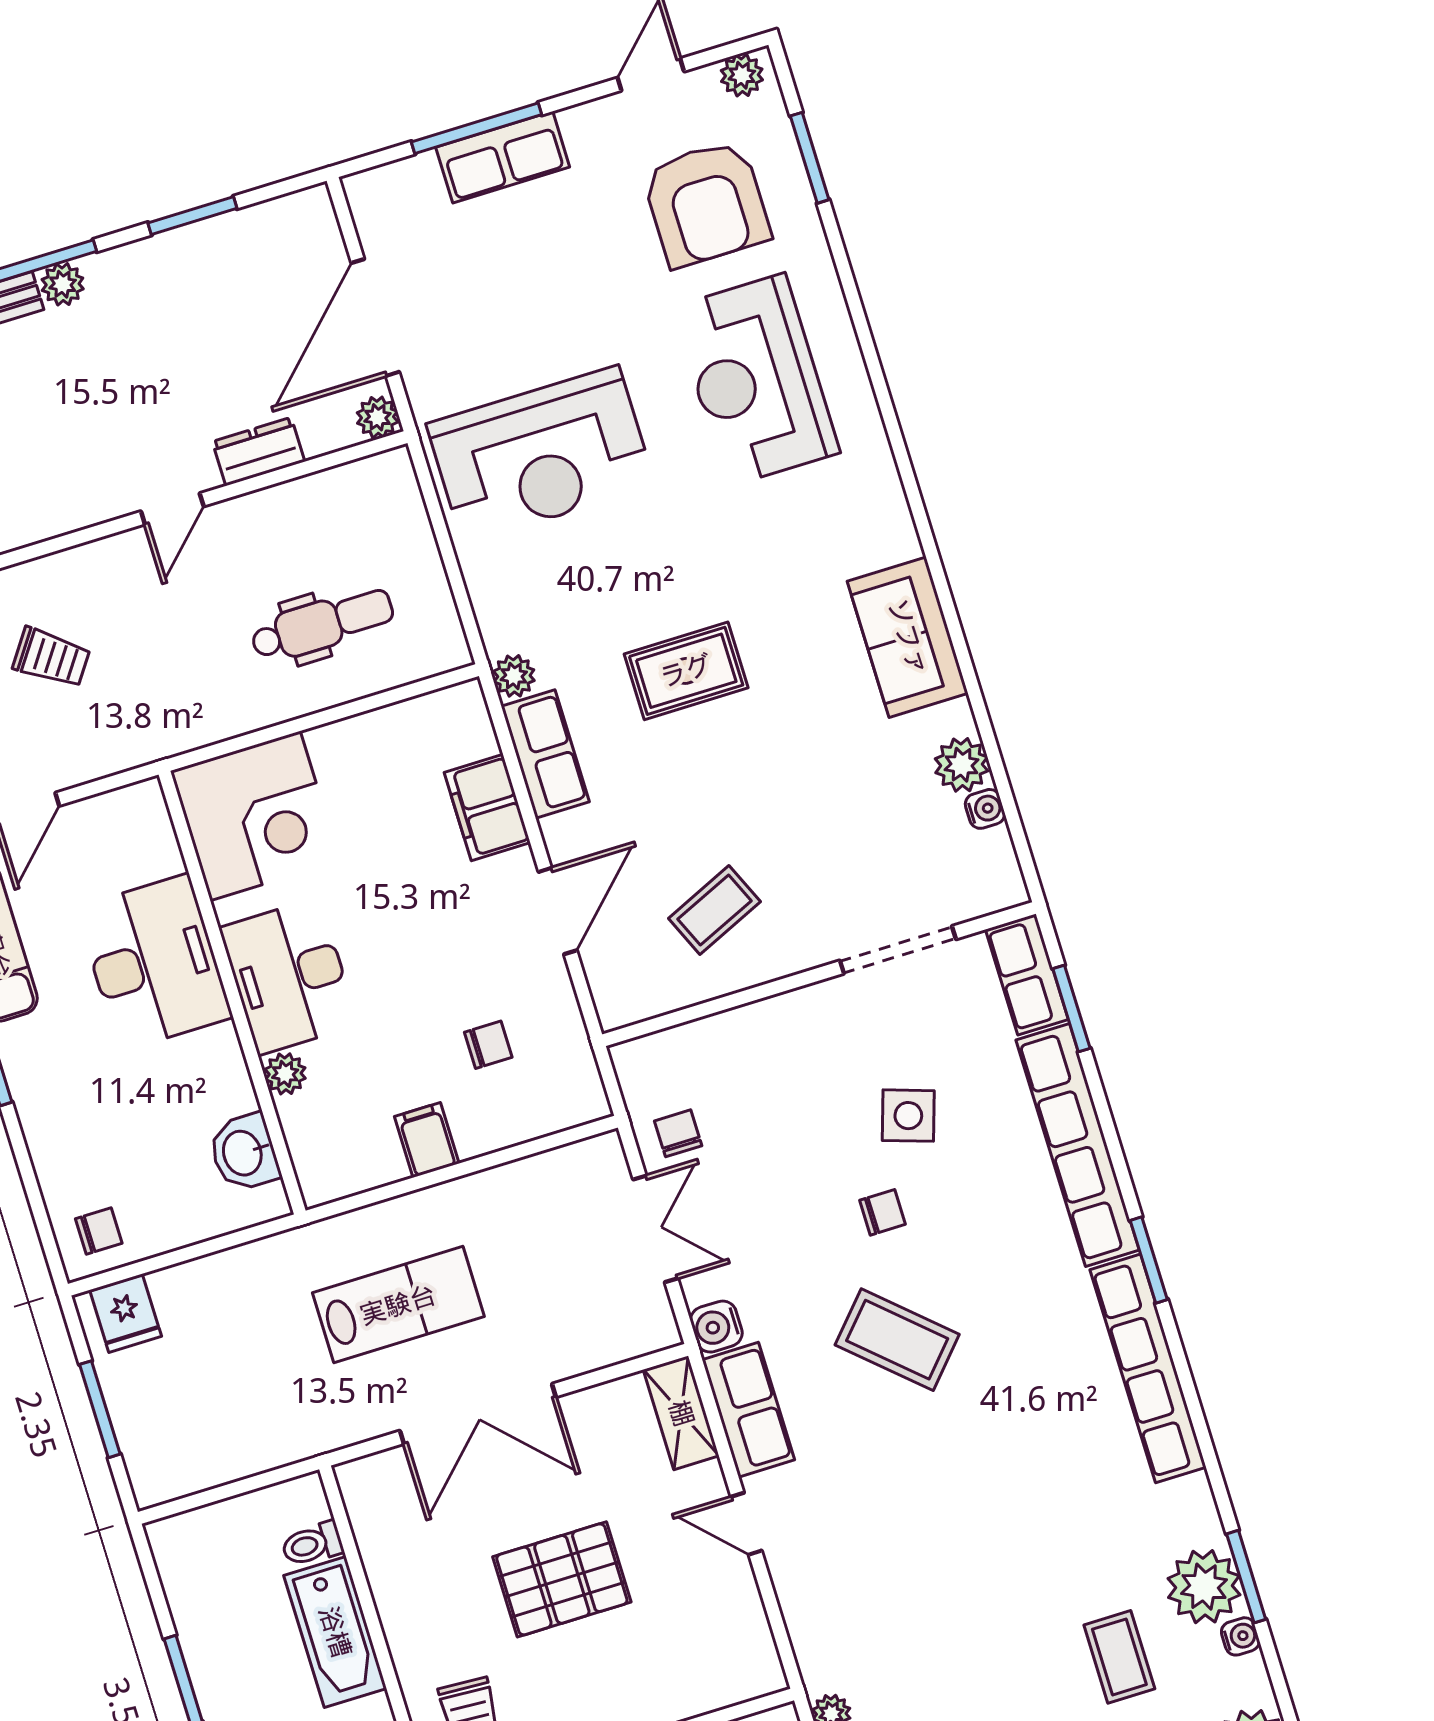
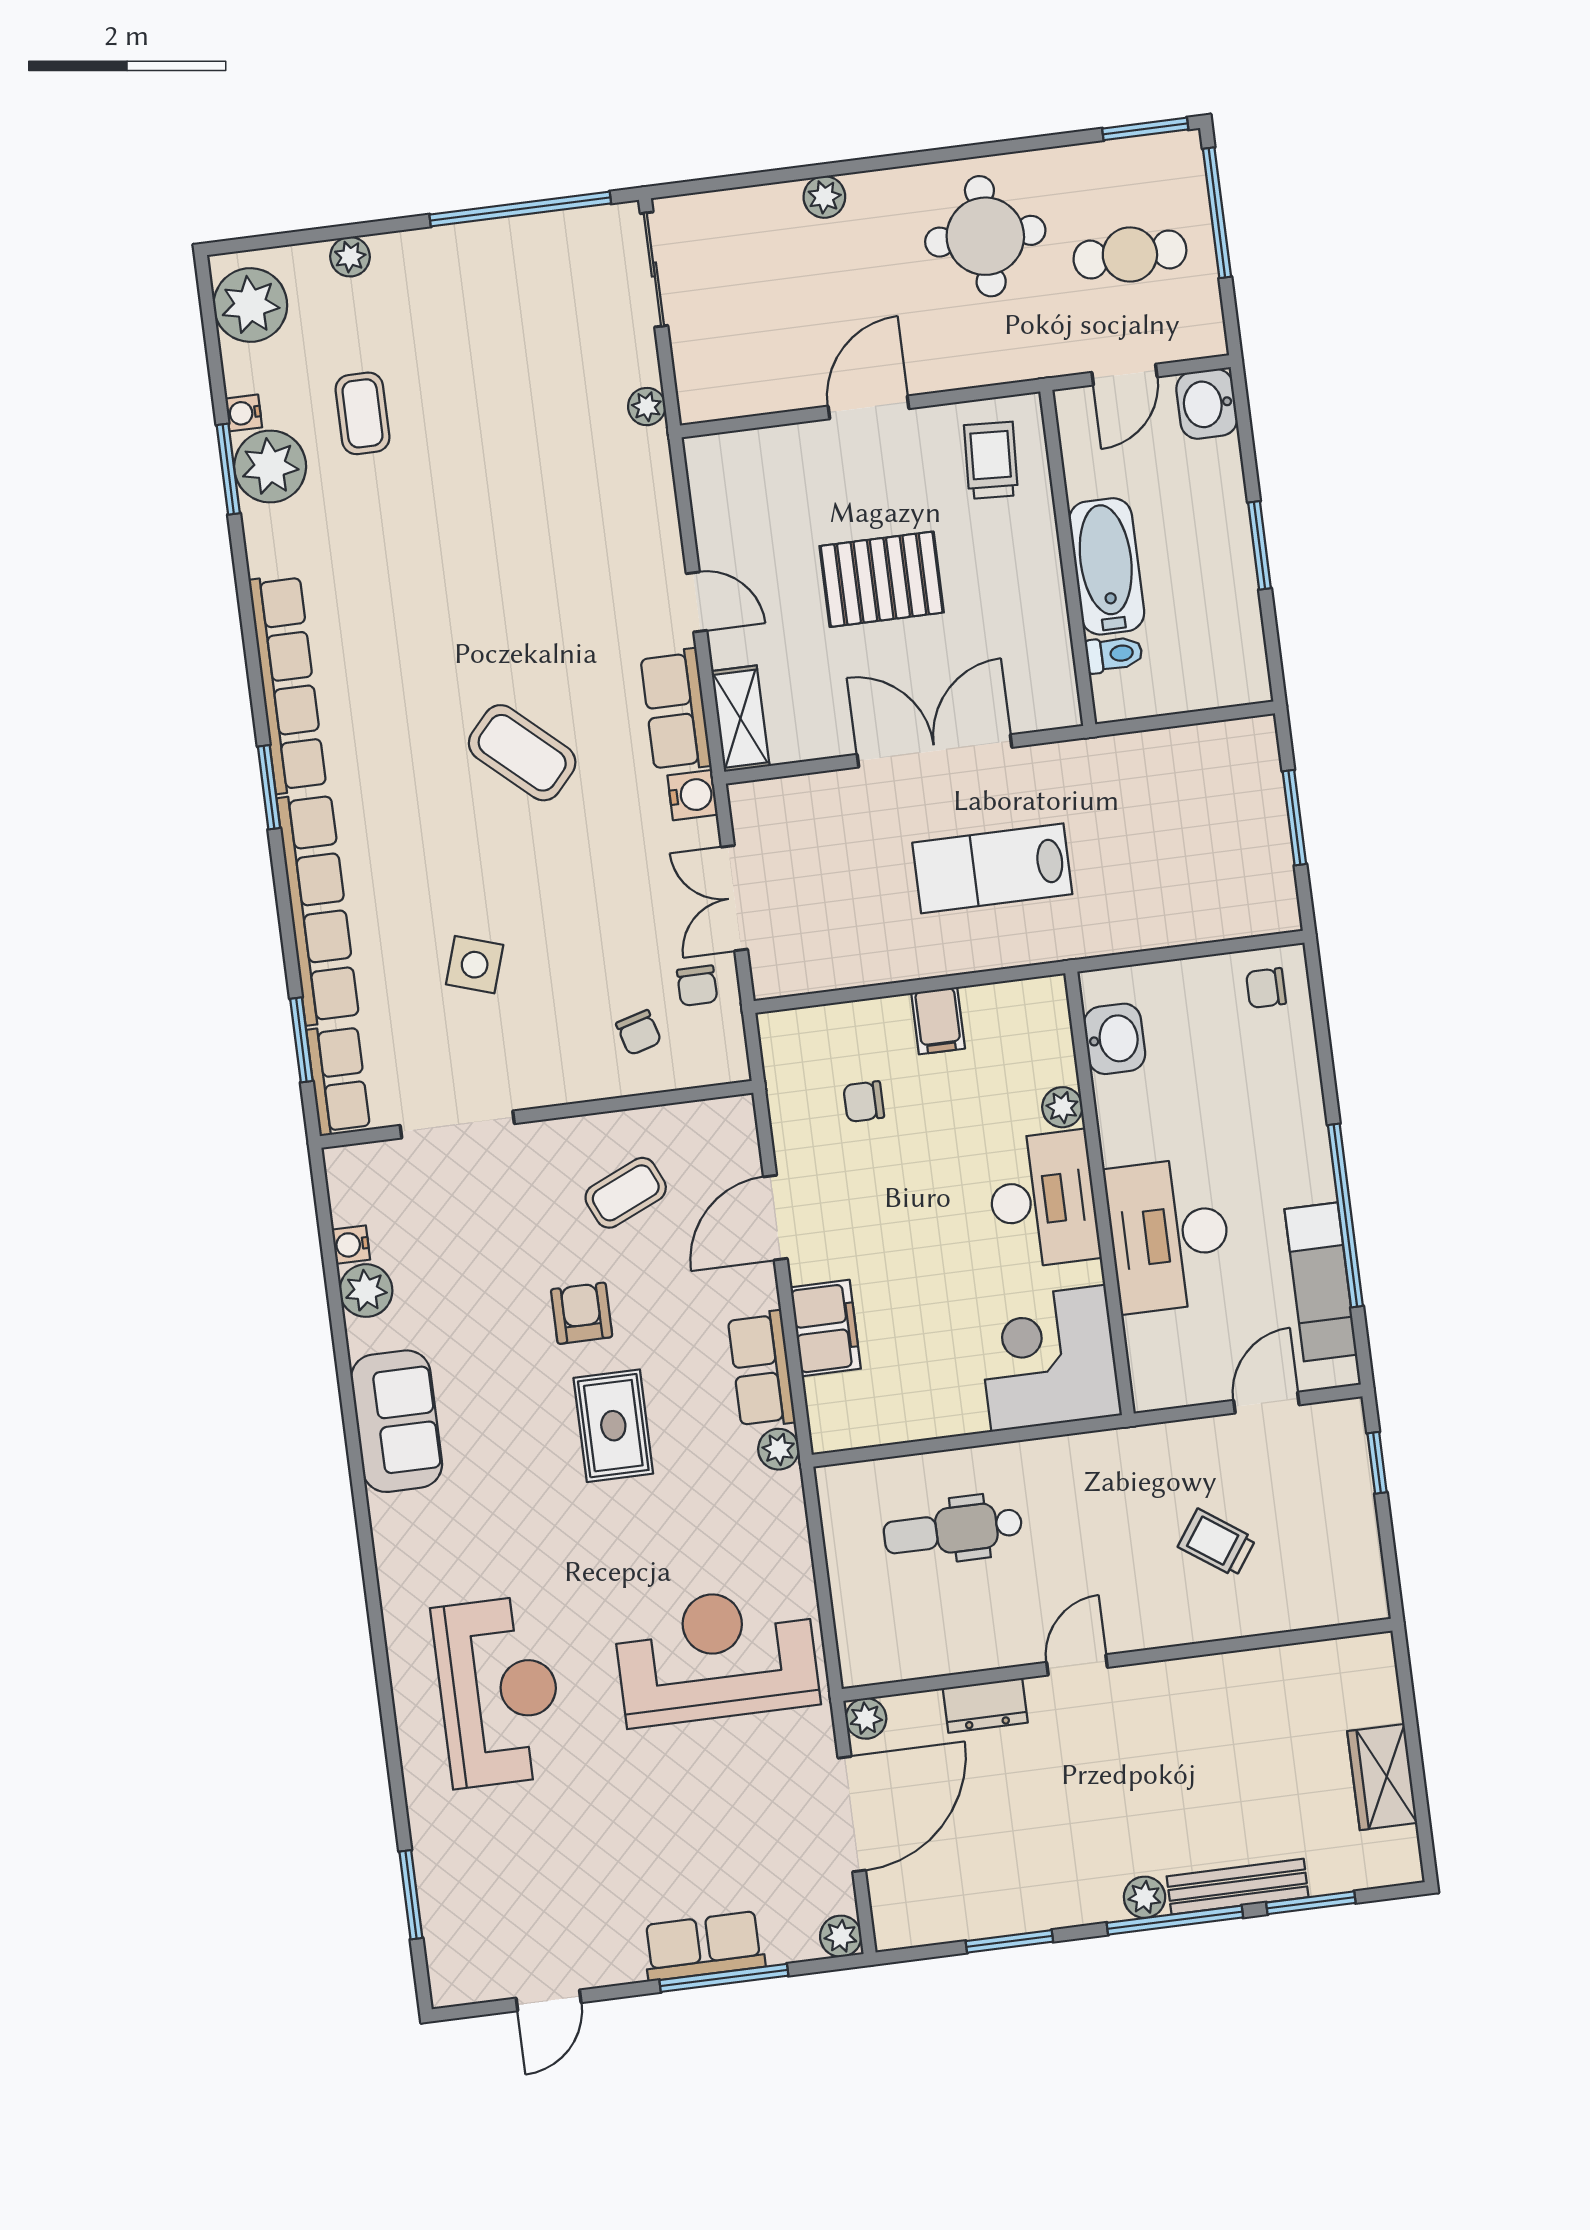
plant: (742, 75) -> (841, 1936), moved
armchair: (706, 203) -> (582, 1313), moved, width x0.53, depth x0.53
rug: (686, 671) -> (613, 1426), turned 90
chair: (882, 1212) -> (639, 1033), moved, turned -106
fridge: (126, 1313) -> (1254, 905), removed

